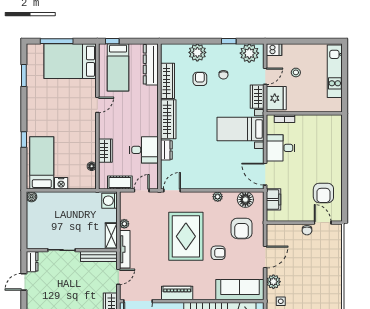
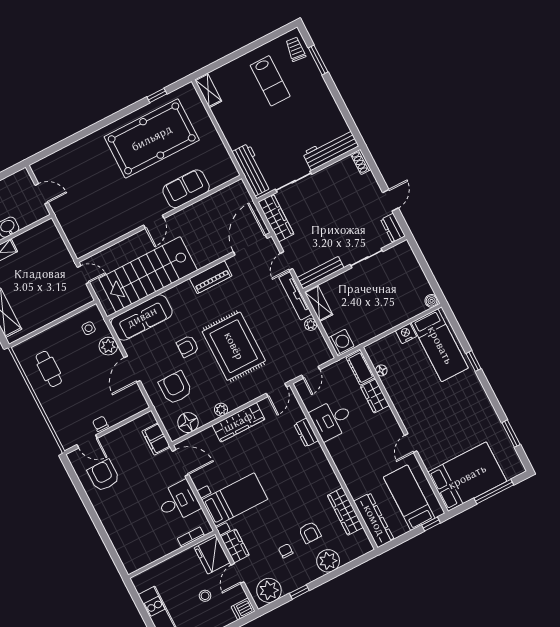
wardrobe: (168, 119) -> (238, 422), moved, turned -90
cot: (120, 182) -> (361, 368), moved, turned 90
cafe table: (323, 287) -> (49, 369), added

